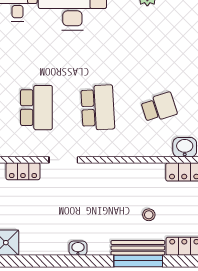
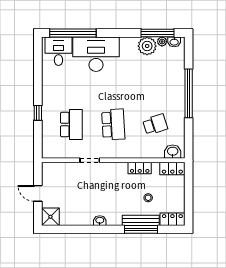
locker: (23, 171) -> (140, 168), moved

